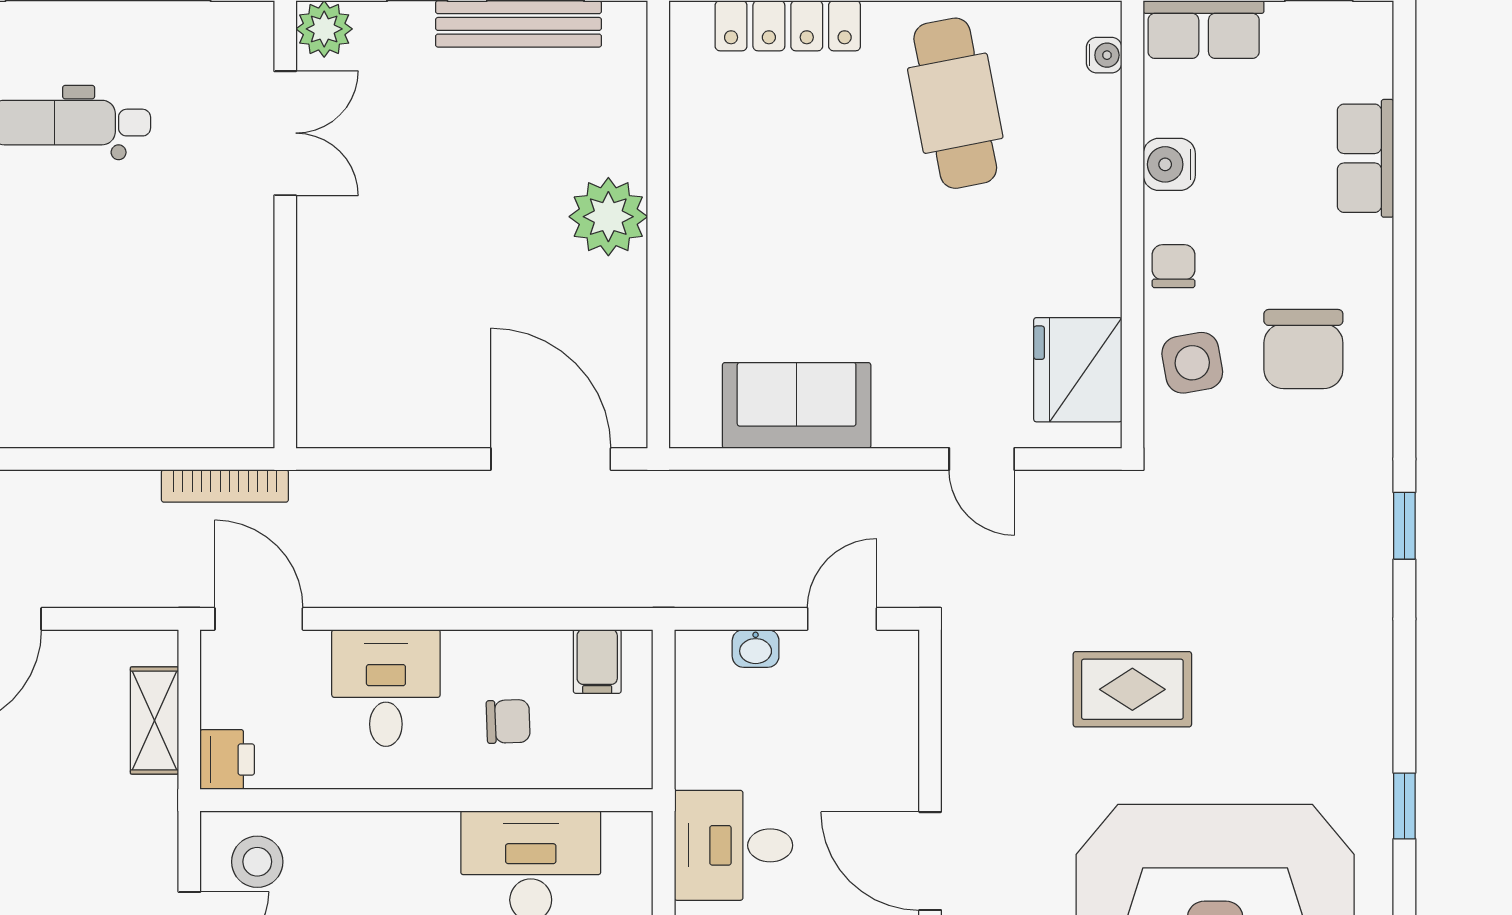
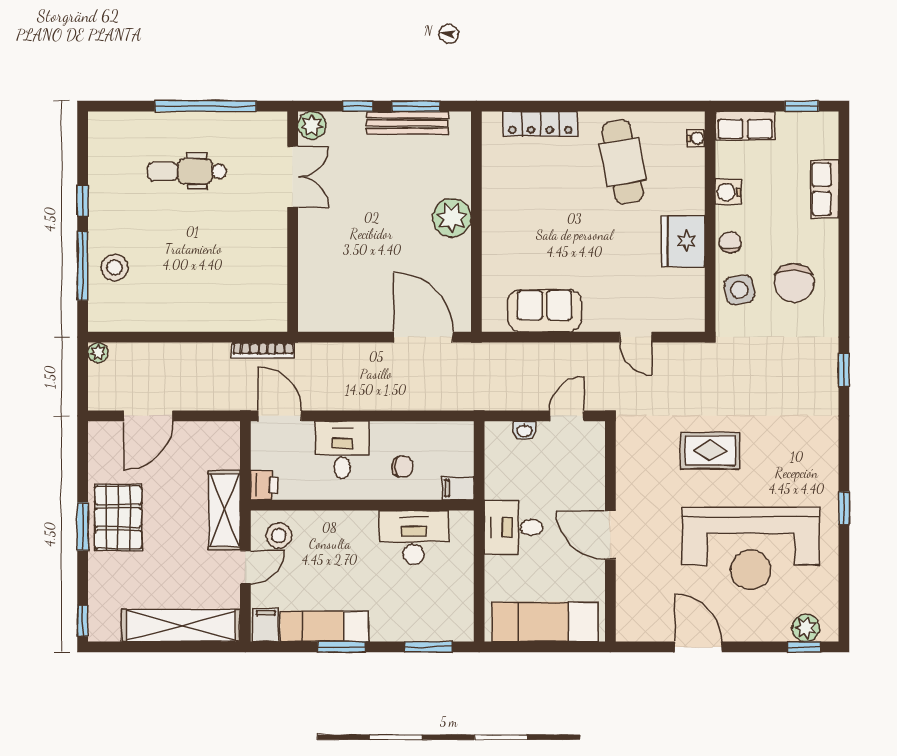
fridge: (1078, 370) -> (683, 241), moved
filing cabinet: (597, 661) -> (458, 488), moved, turned 90
shelving: (155, 720) -> (224, 510), moved, width x1.50, depth x1.33

